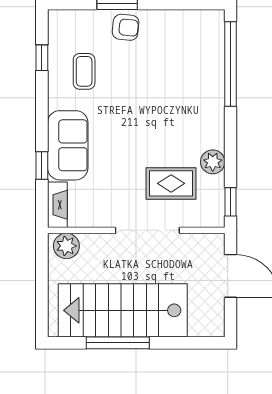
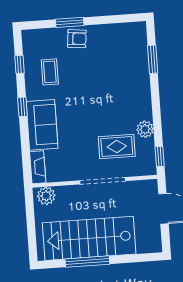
window: (230, 64) -> (153, 59), width x0.47
window: (42, 165) -> (22, 107), moved

